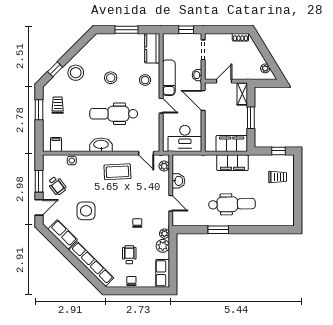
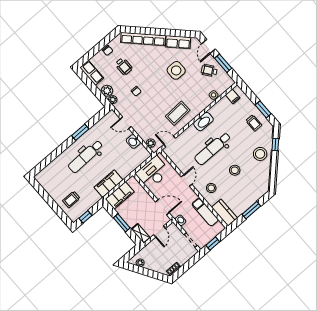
exam couch: (169, 78) -> (205, 212), moved
door: (161, 106) -> (187, 181), swing flipped
dental chair: (114, 114) -> (213, 149), turned 180

